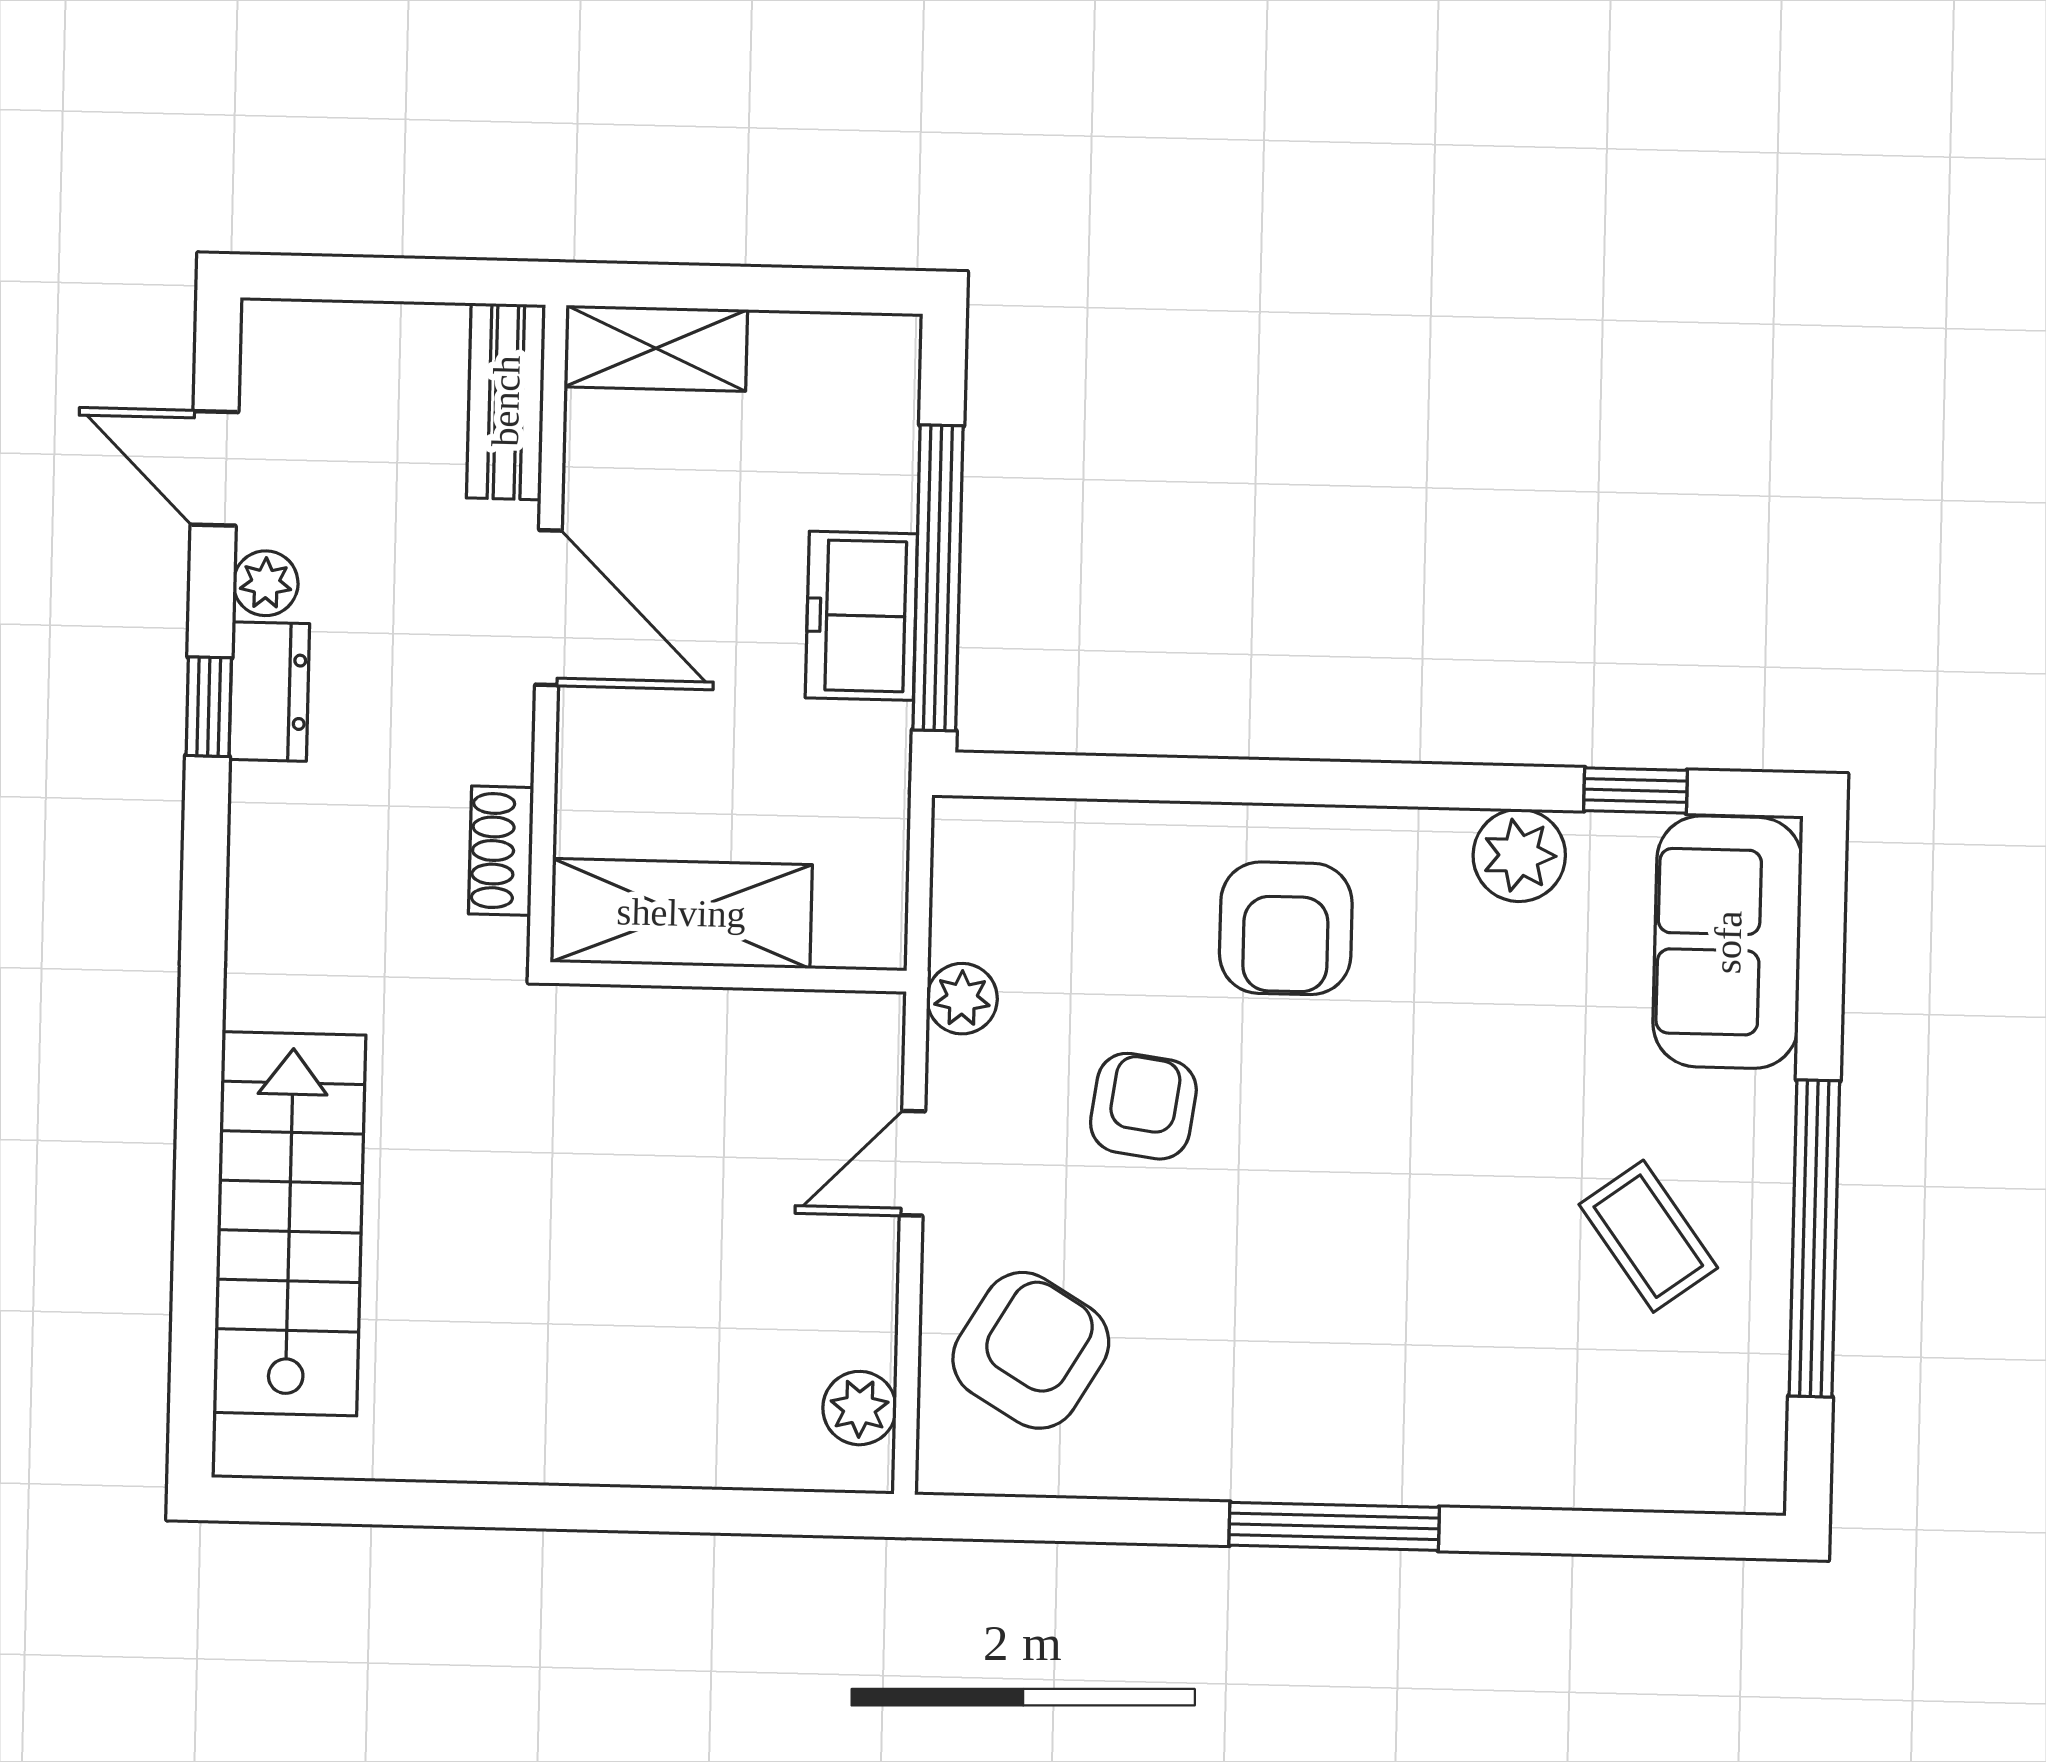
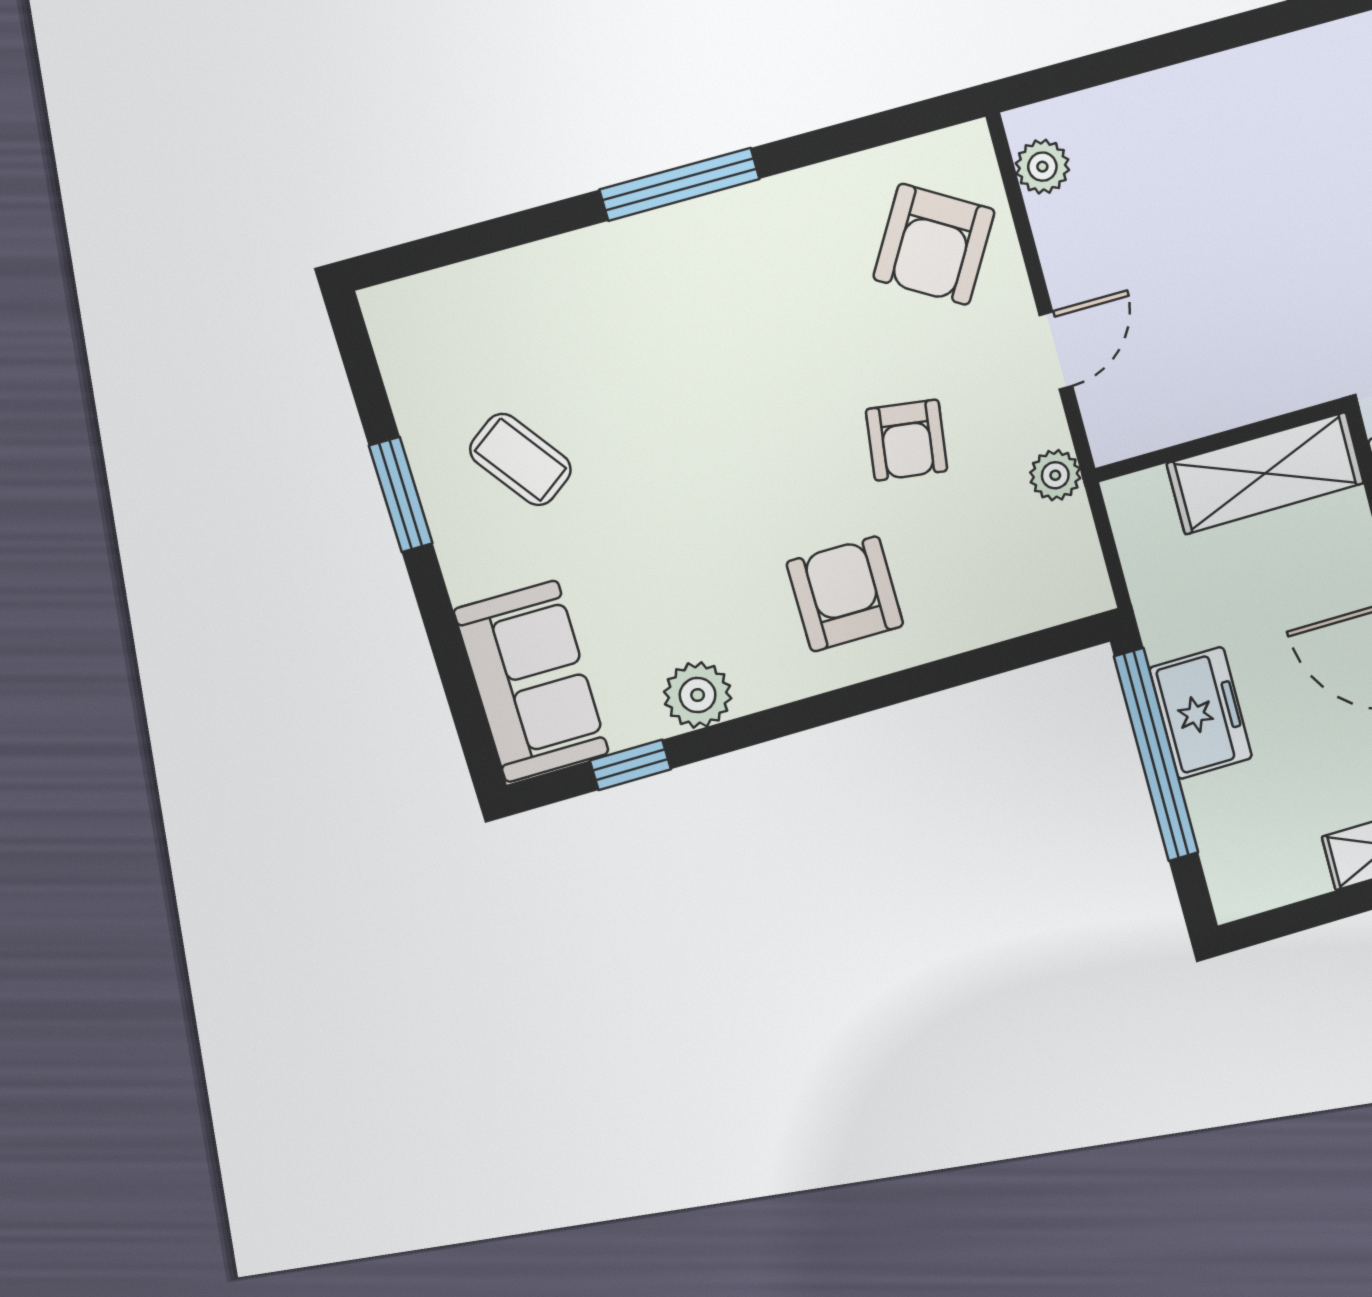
window: (1814, 1238) -> (401, 495), width x0.47

